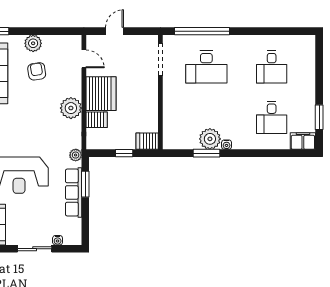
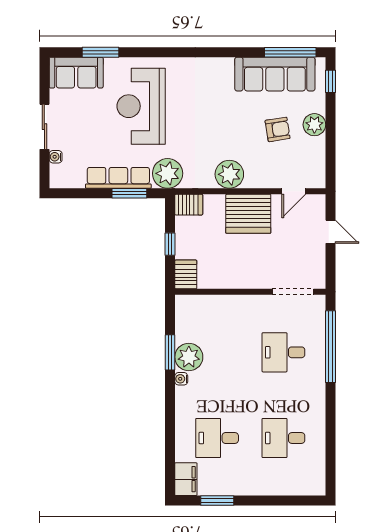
desk: (206, 67) -> (283, 352), width x0.73
server rack: (97, 120) -> (189, 205), moved, turned -90
plant: (76, 155) -> (168, 173), width x1.87, depth x1.87

